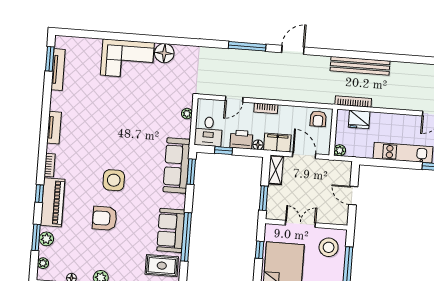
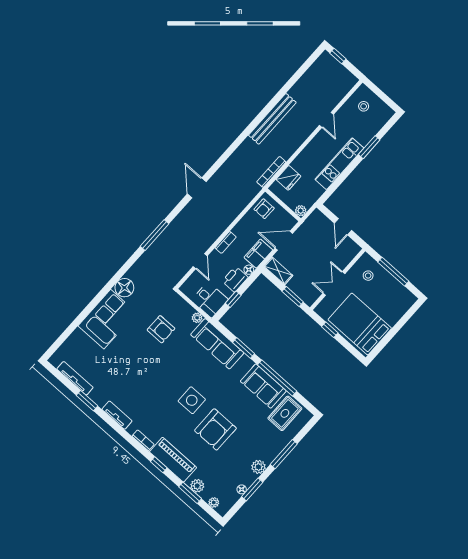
window: (247, 46) -> (155, 235), moved
window: (50, 59) -> (87, 401), moved
bench: (360, 66) -> (272, 119), moved
armchair: (153, 110) -> (161, 329), added
plant: (187, 114) -> (197, 318), moved
armchair: (318, 119) -> (264, 209), turned 90
window: (191, 172) -> (244, 348), moved
door: (353, 196) -> (343, 227), hinge flipped
armchair: (105, 218) -> (215, 429), width x1.36, depth x1.36
stool: (329, 247) -> (368, 276), width x0.53, depth x0.53

